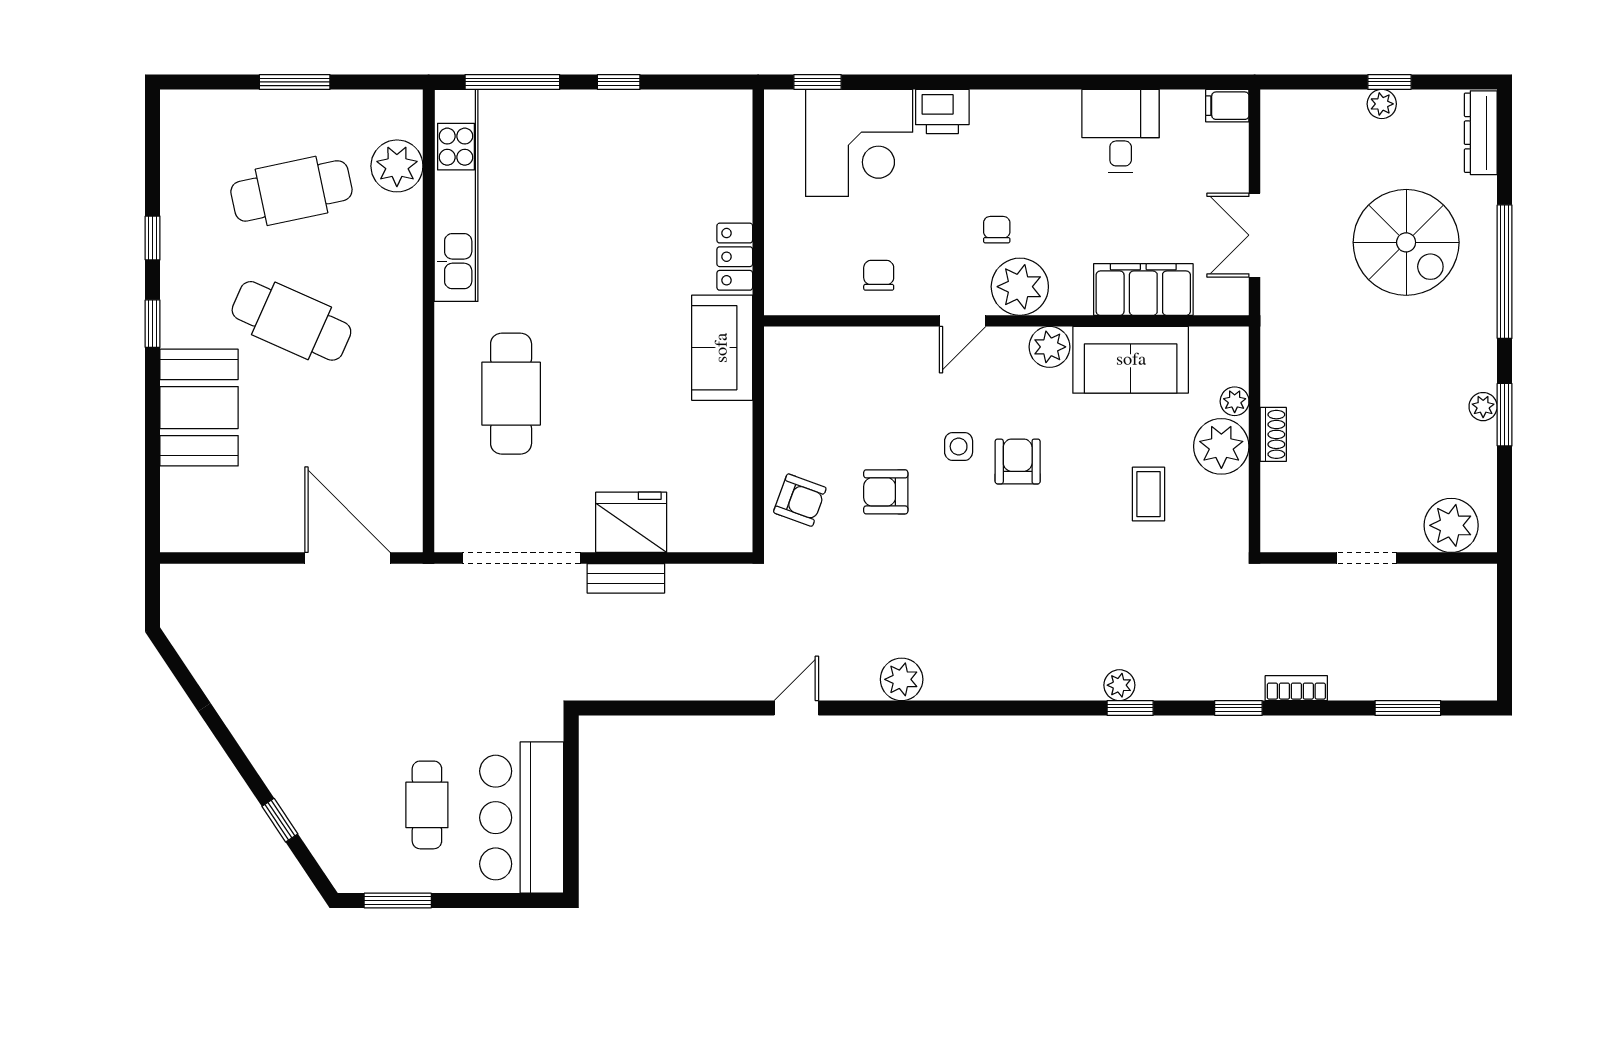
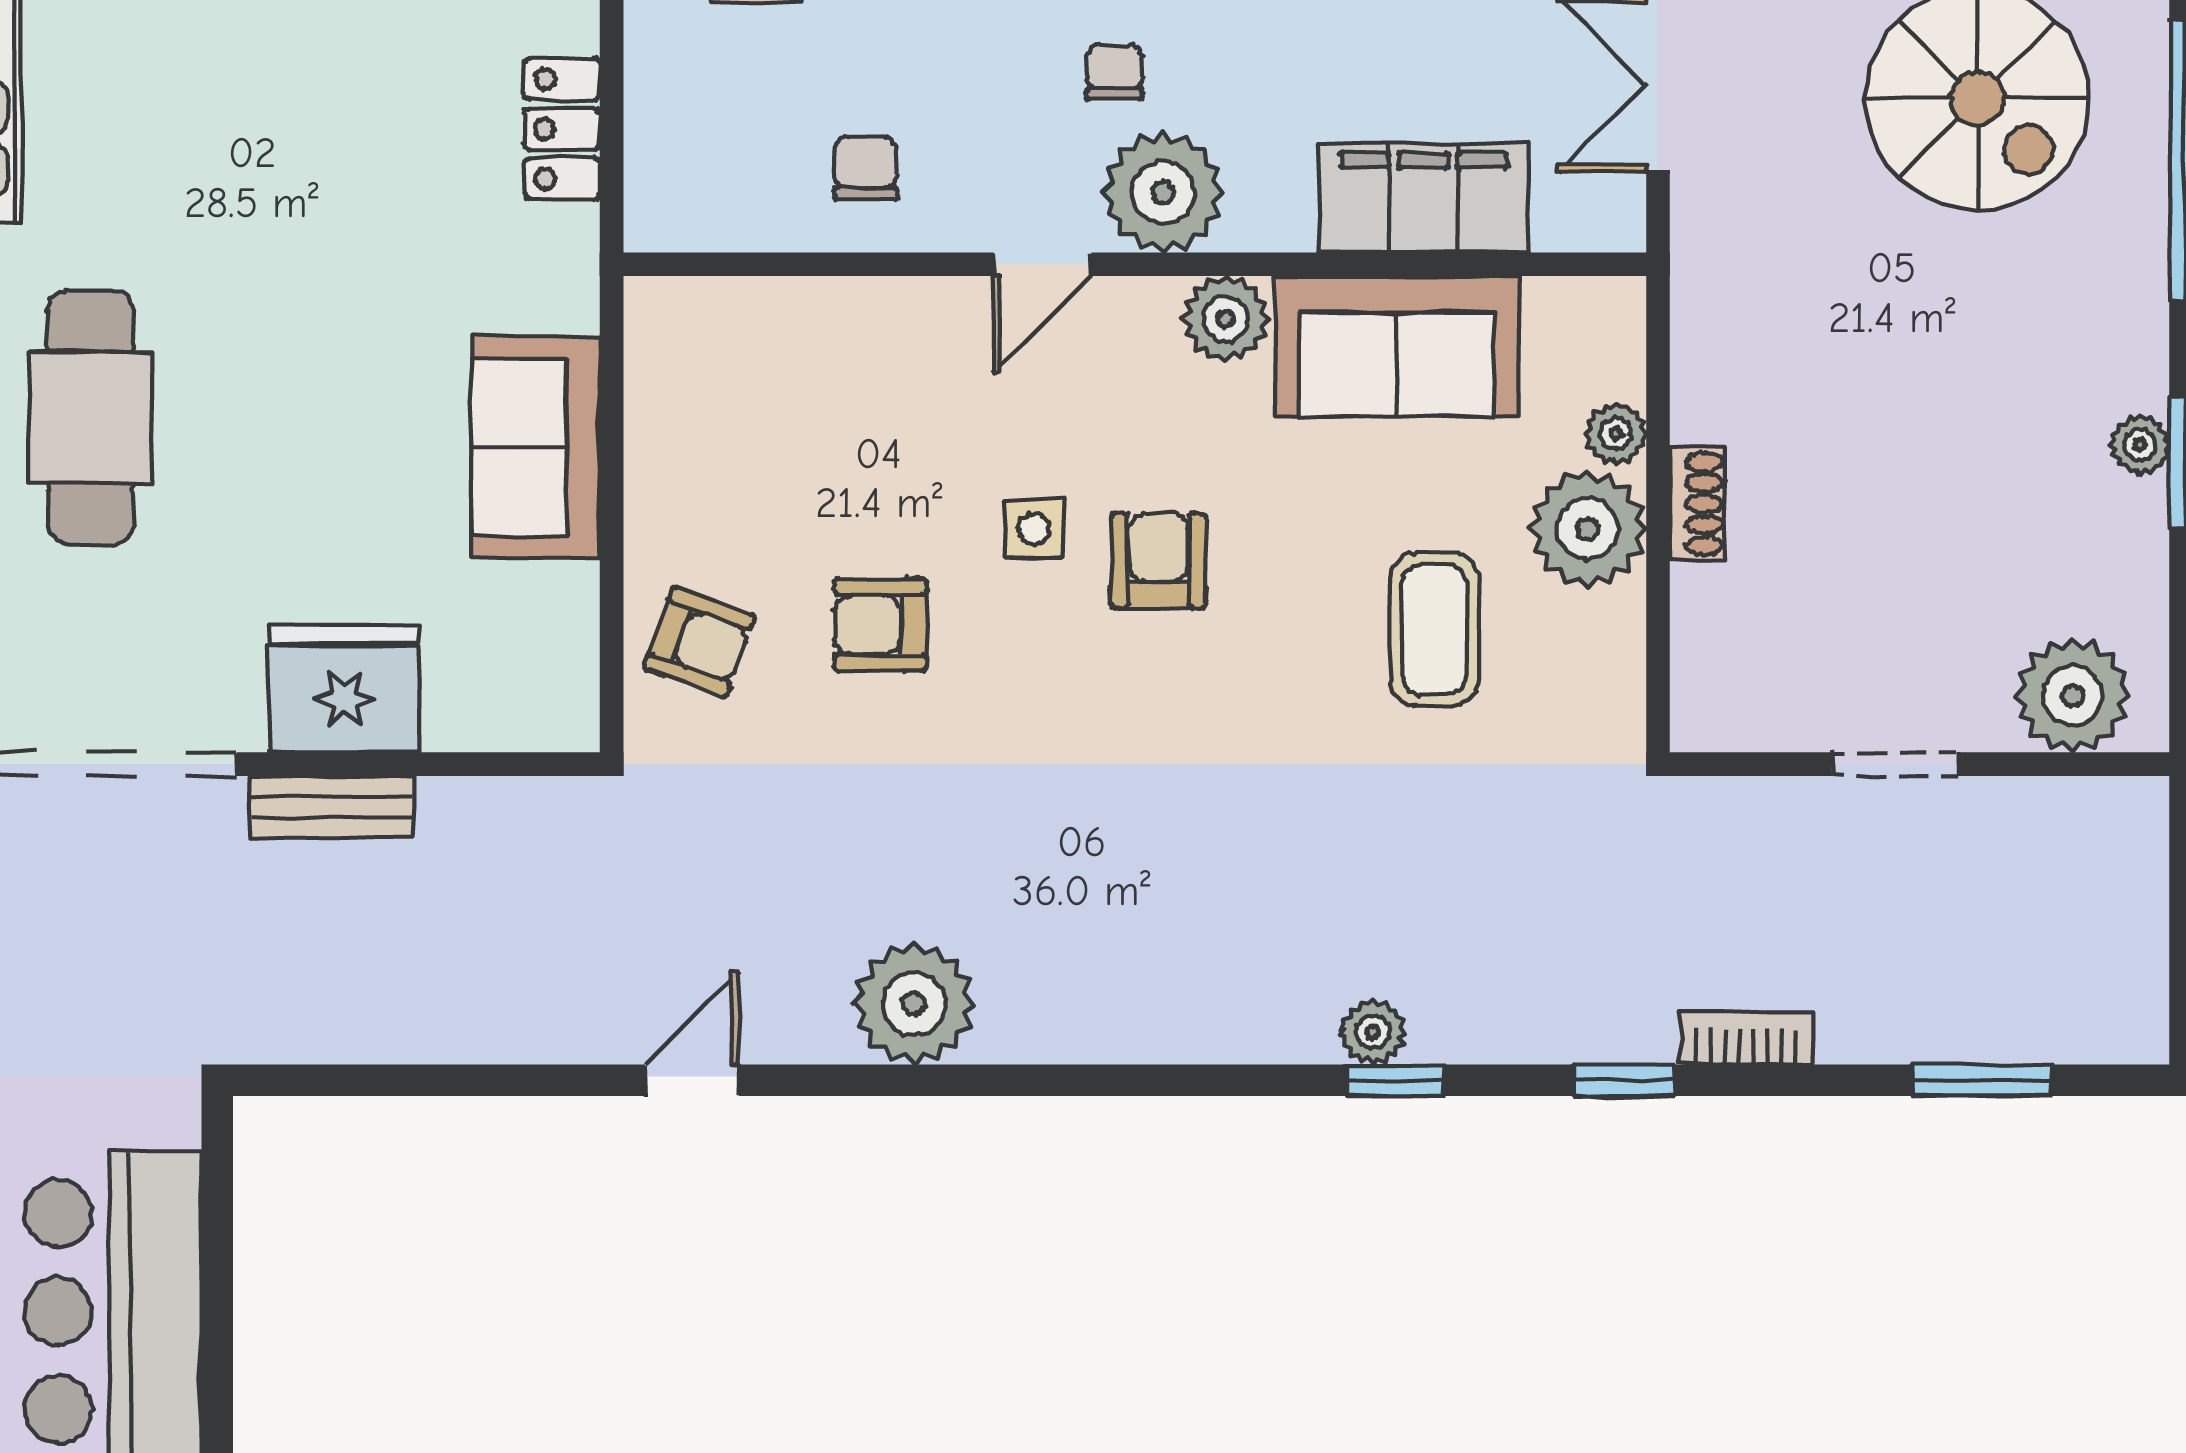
sofa: (722, 348) -> (536, 447), moved
coffee table: (1148, 494) -> (1434, 629), width x1.36, depth x1.30
plant: (902, 679) -> (914, 1004), width x1.36, depth x1.36

